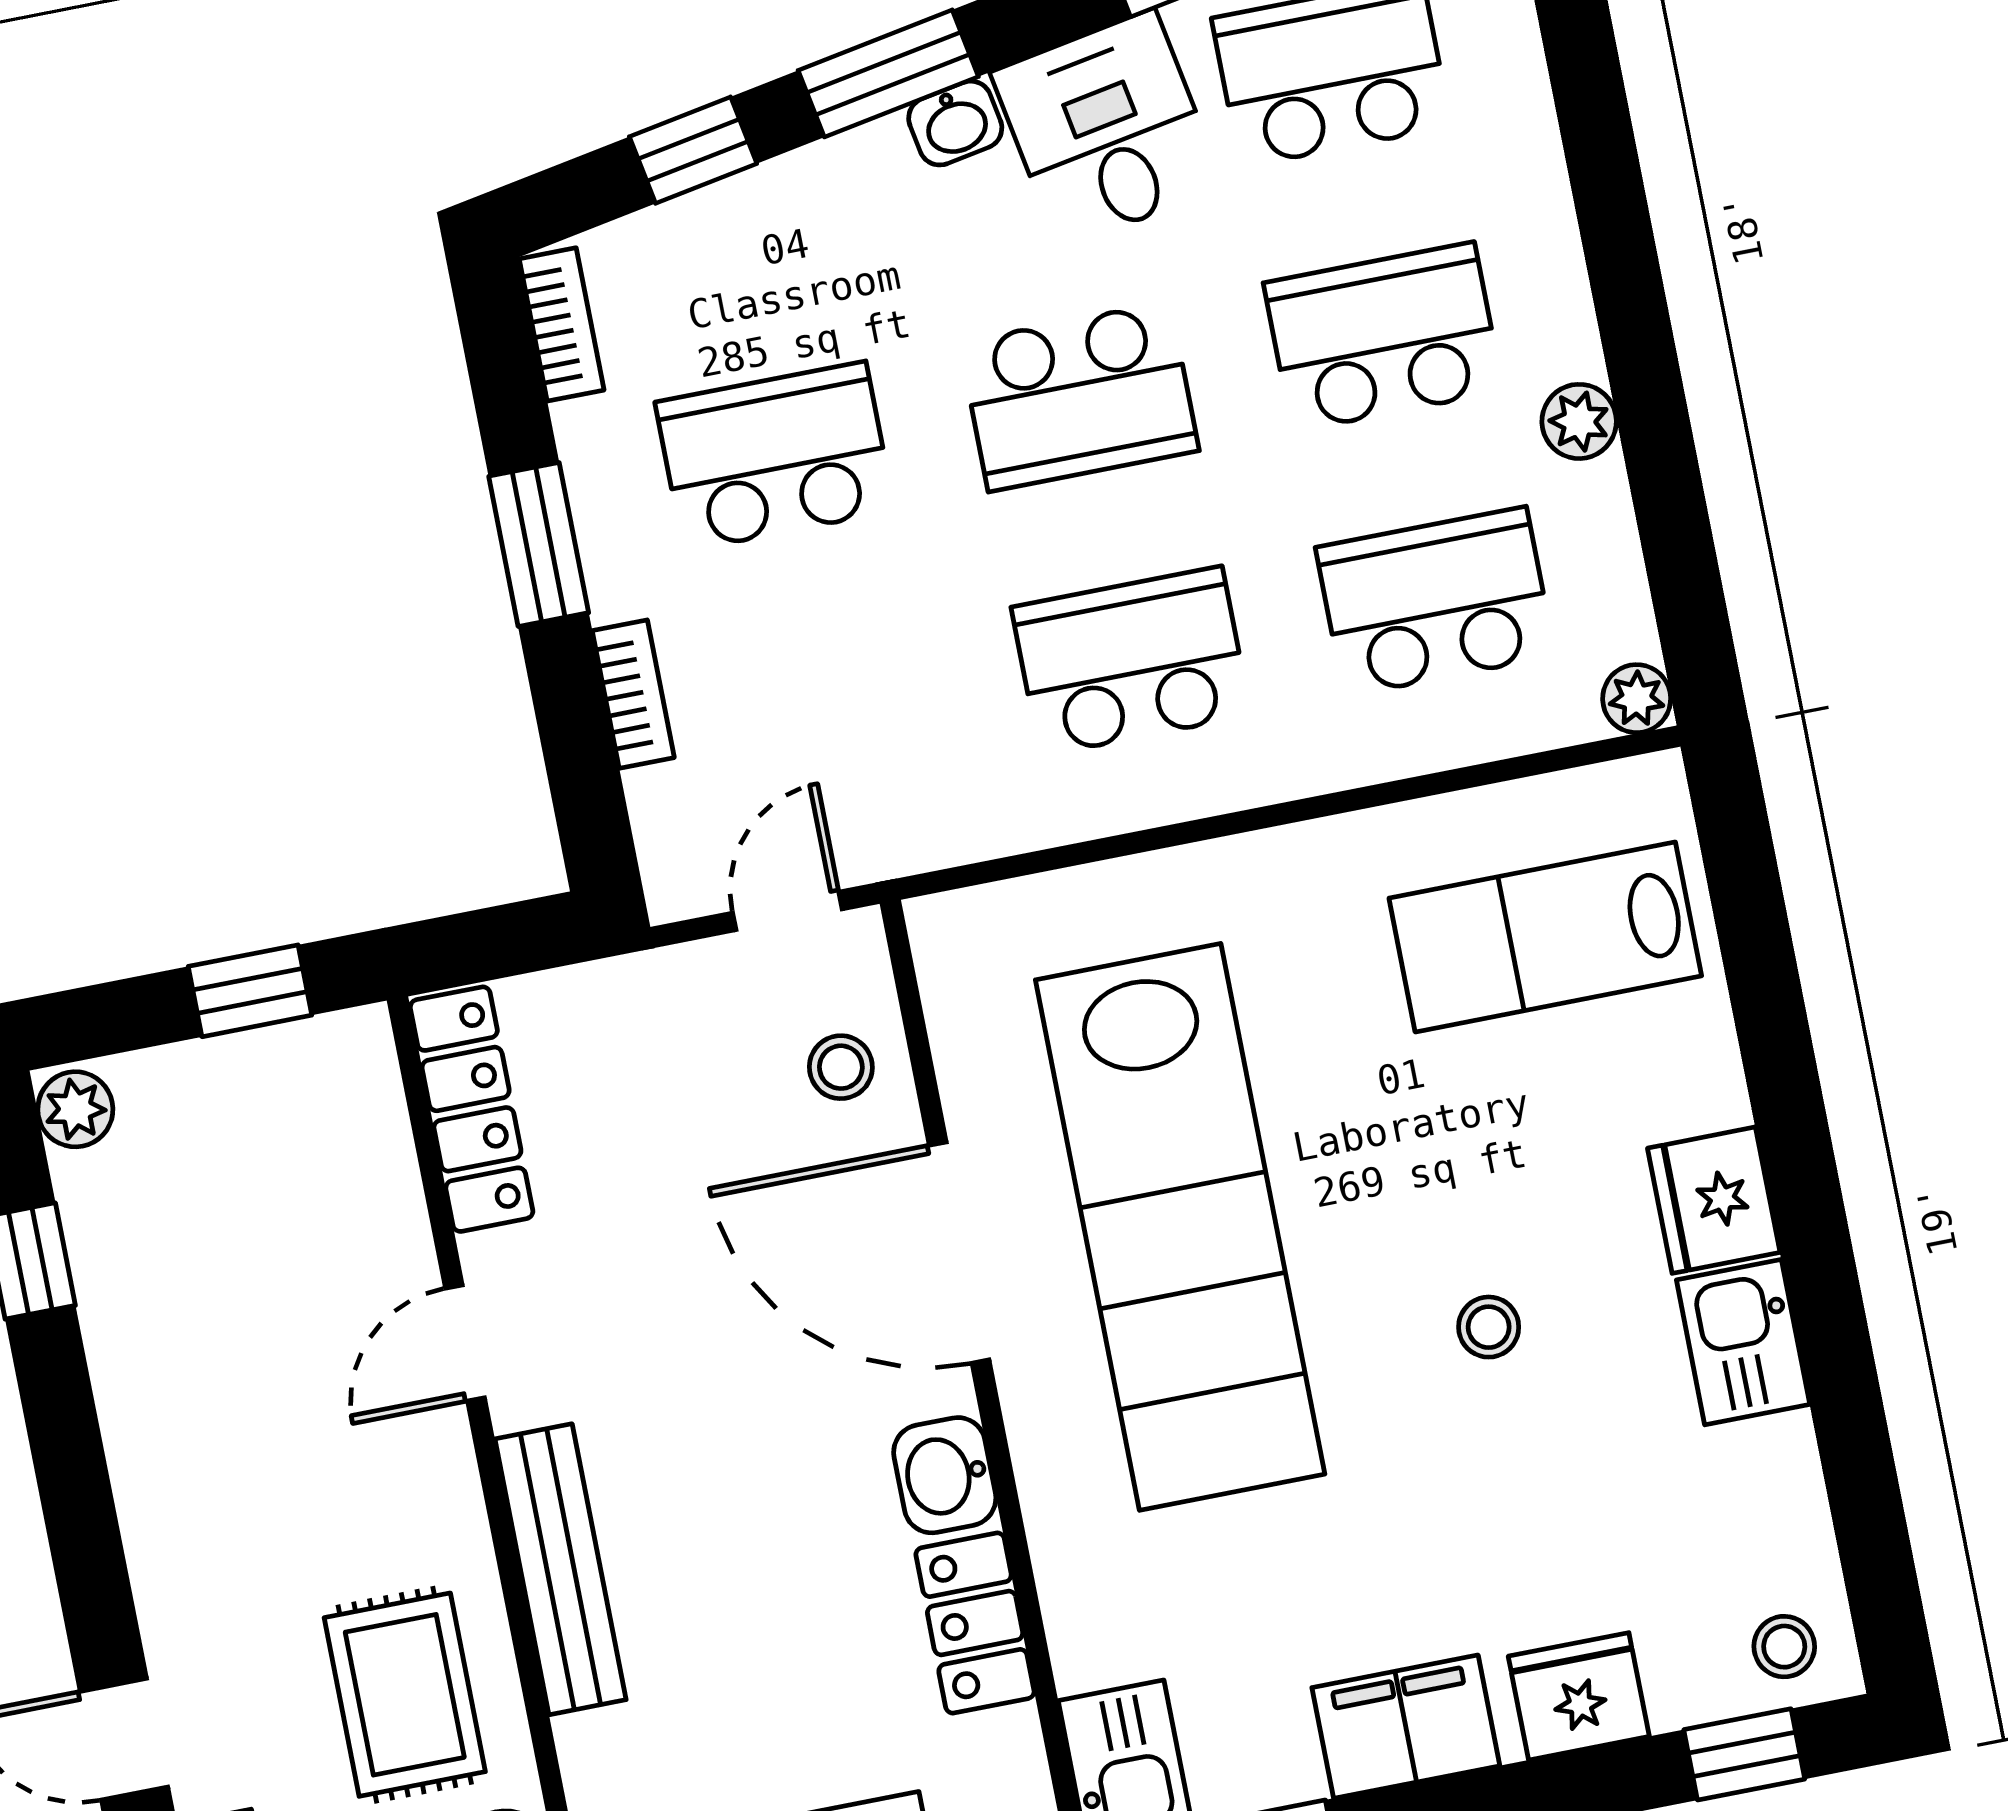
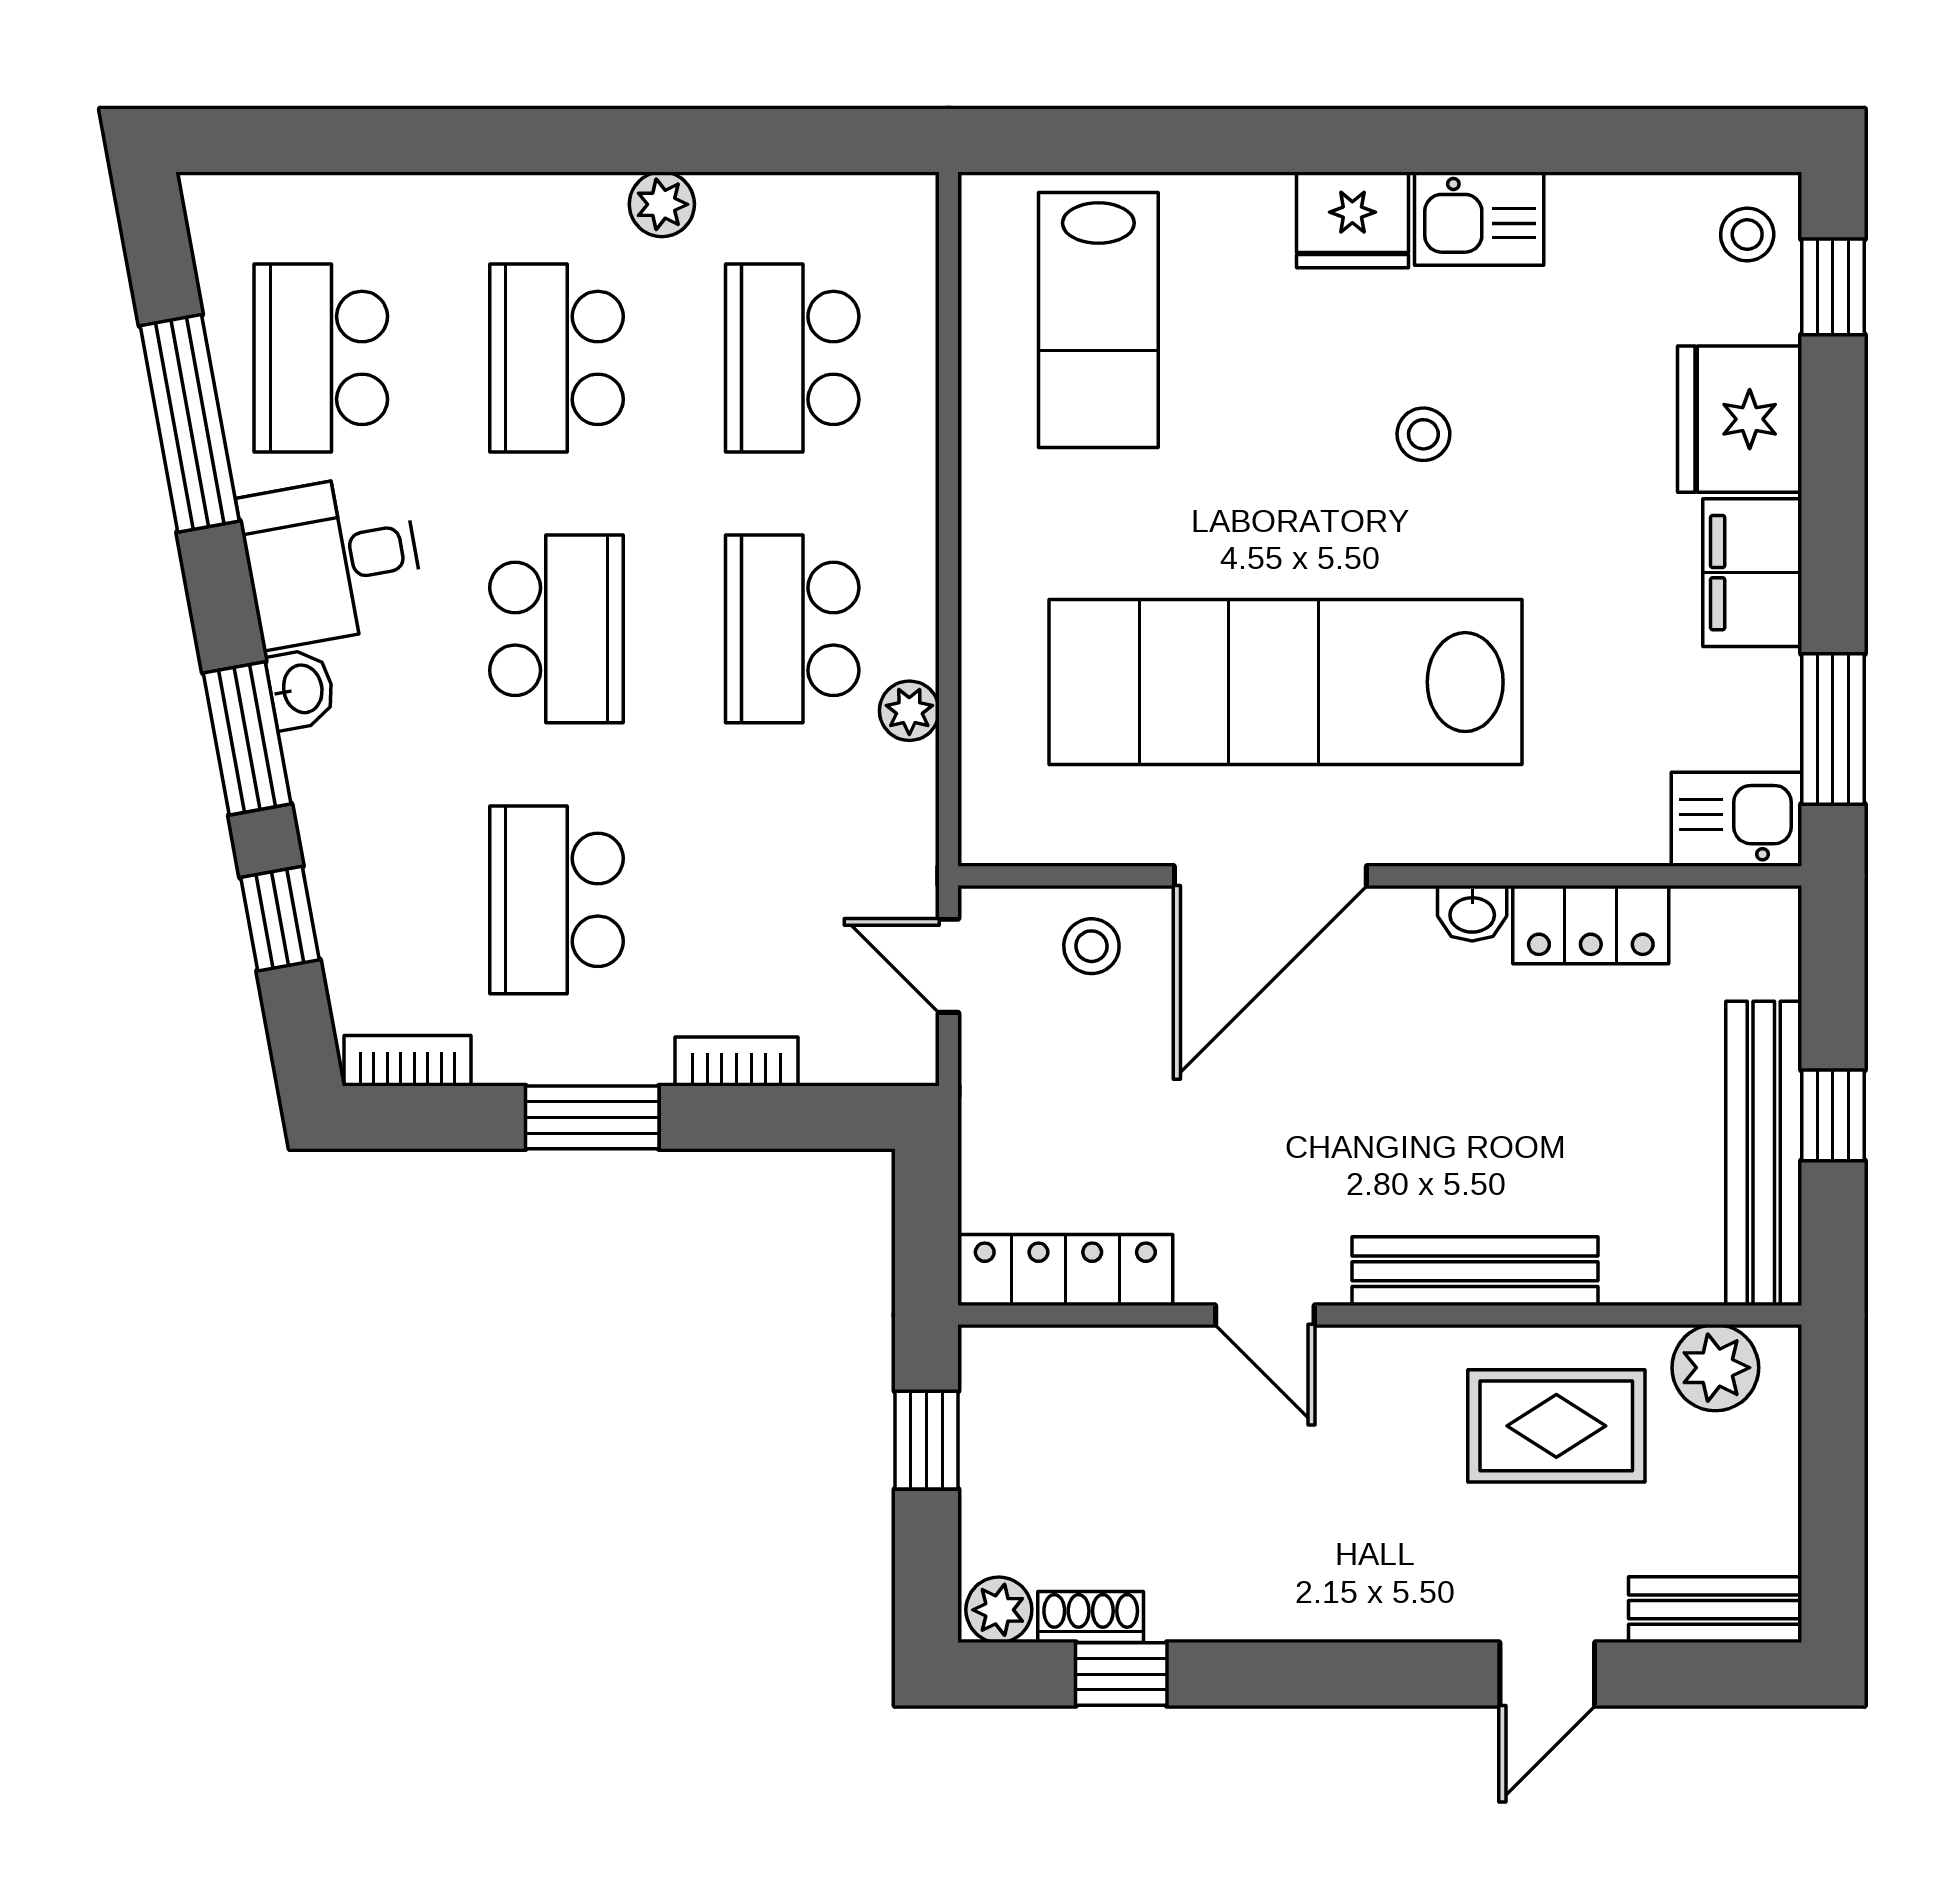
plant: (1637, 699) -> (909, 711), moved
shoe rack: (87, 1214) -> (1091, 1617), added
lab bench: (1180, 1227) -> (1286, 682), turned 180
washbasin: (945, 1475) -> (1472, 913), width x0.72, depth x0.69
fridge: (1579, 1696) -> (1740, 419), width x1.36, depth x1.34

